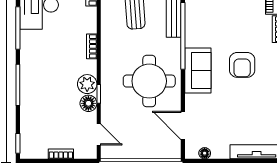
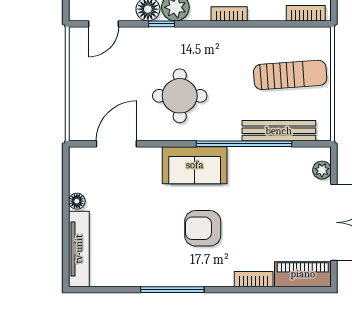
round table: (149, 81) -> (180, 96), width x0.73, depth x0.73
floor lamp: (205, 153) -> (77, 201), moved

